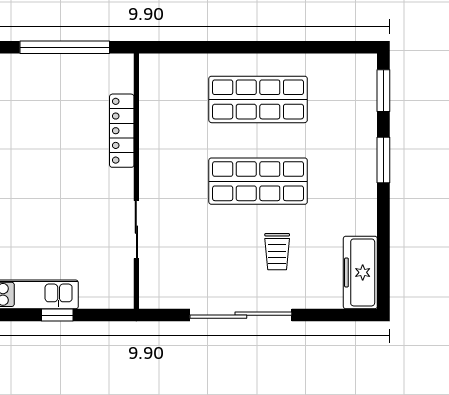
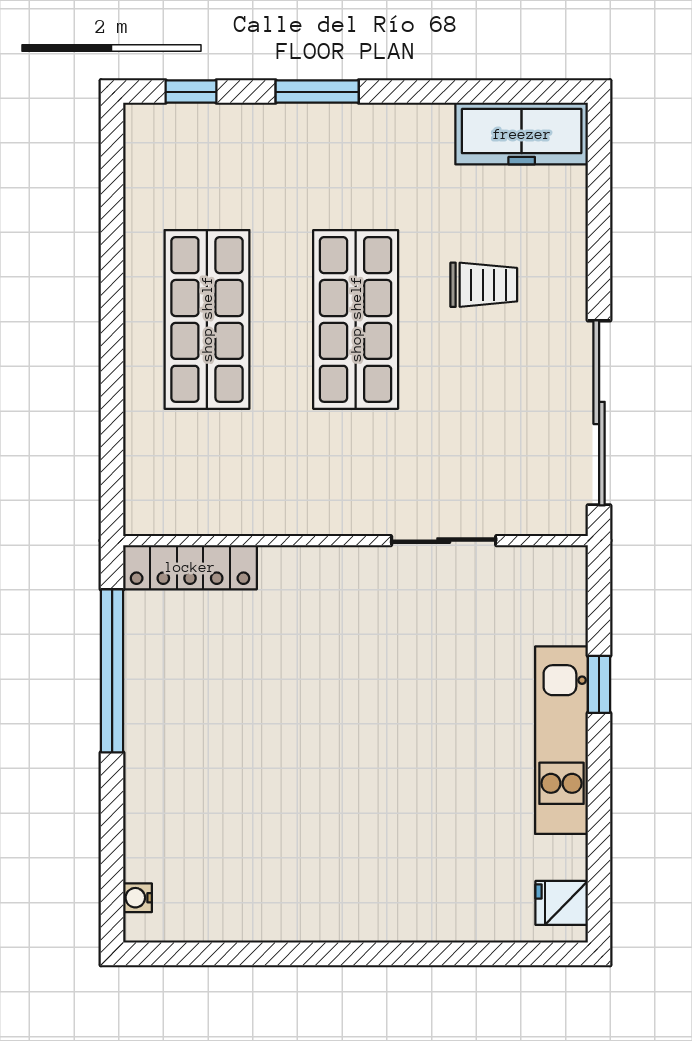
window: (383, 91) -> (191, 92), width x0.67
locker: (122, 131) -> (190, 567), moved
sliding door: (241, 315) -> (599, 413), moved

